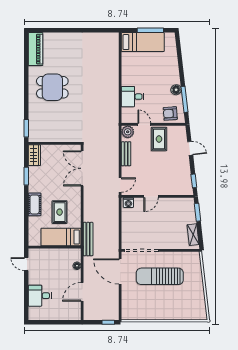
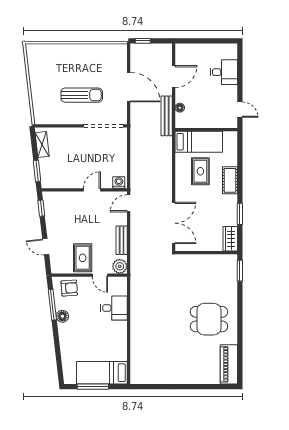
bench: (88, 239) -> (167, 116), moved
door: (120, 271) -> (129, 87), moved
sun lounger: (160, 276) -> (82, 95), width x0.73, depth x0.75

